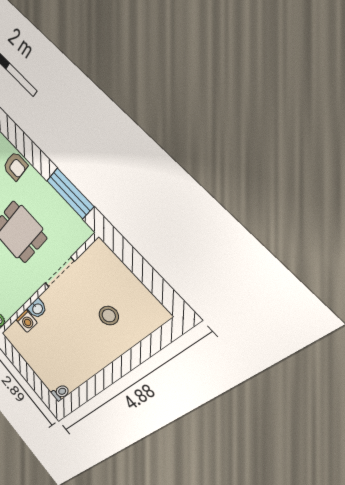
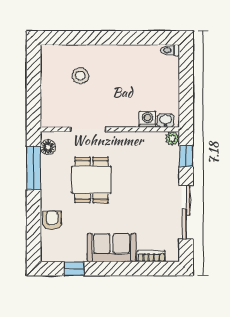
floor lamp: (76, 225) -> (48, 147), added
washbasin: (37, 309) -> (166, 120), moved

